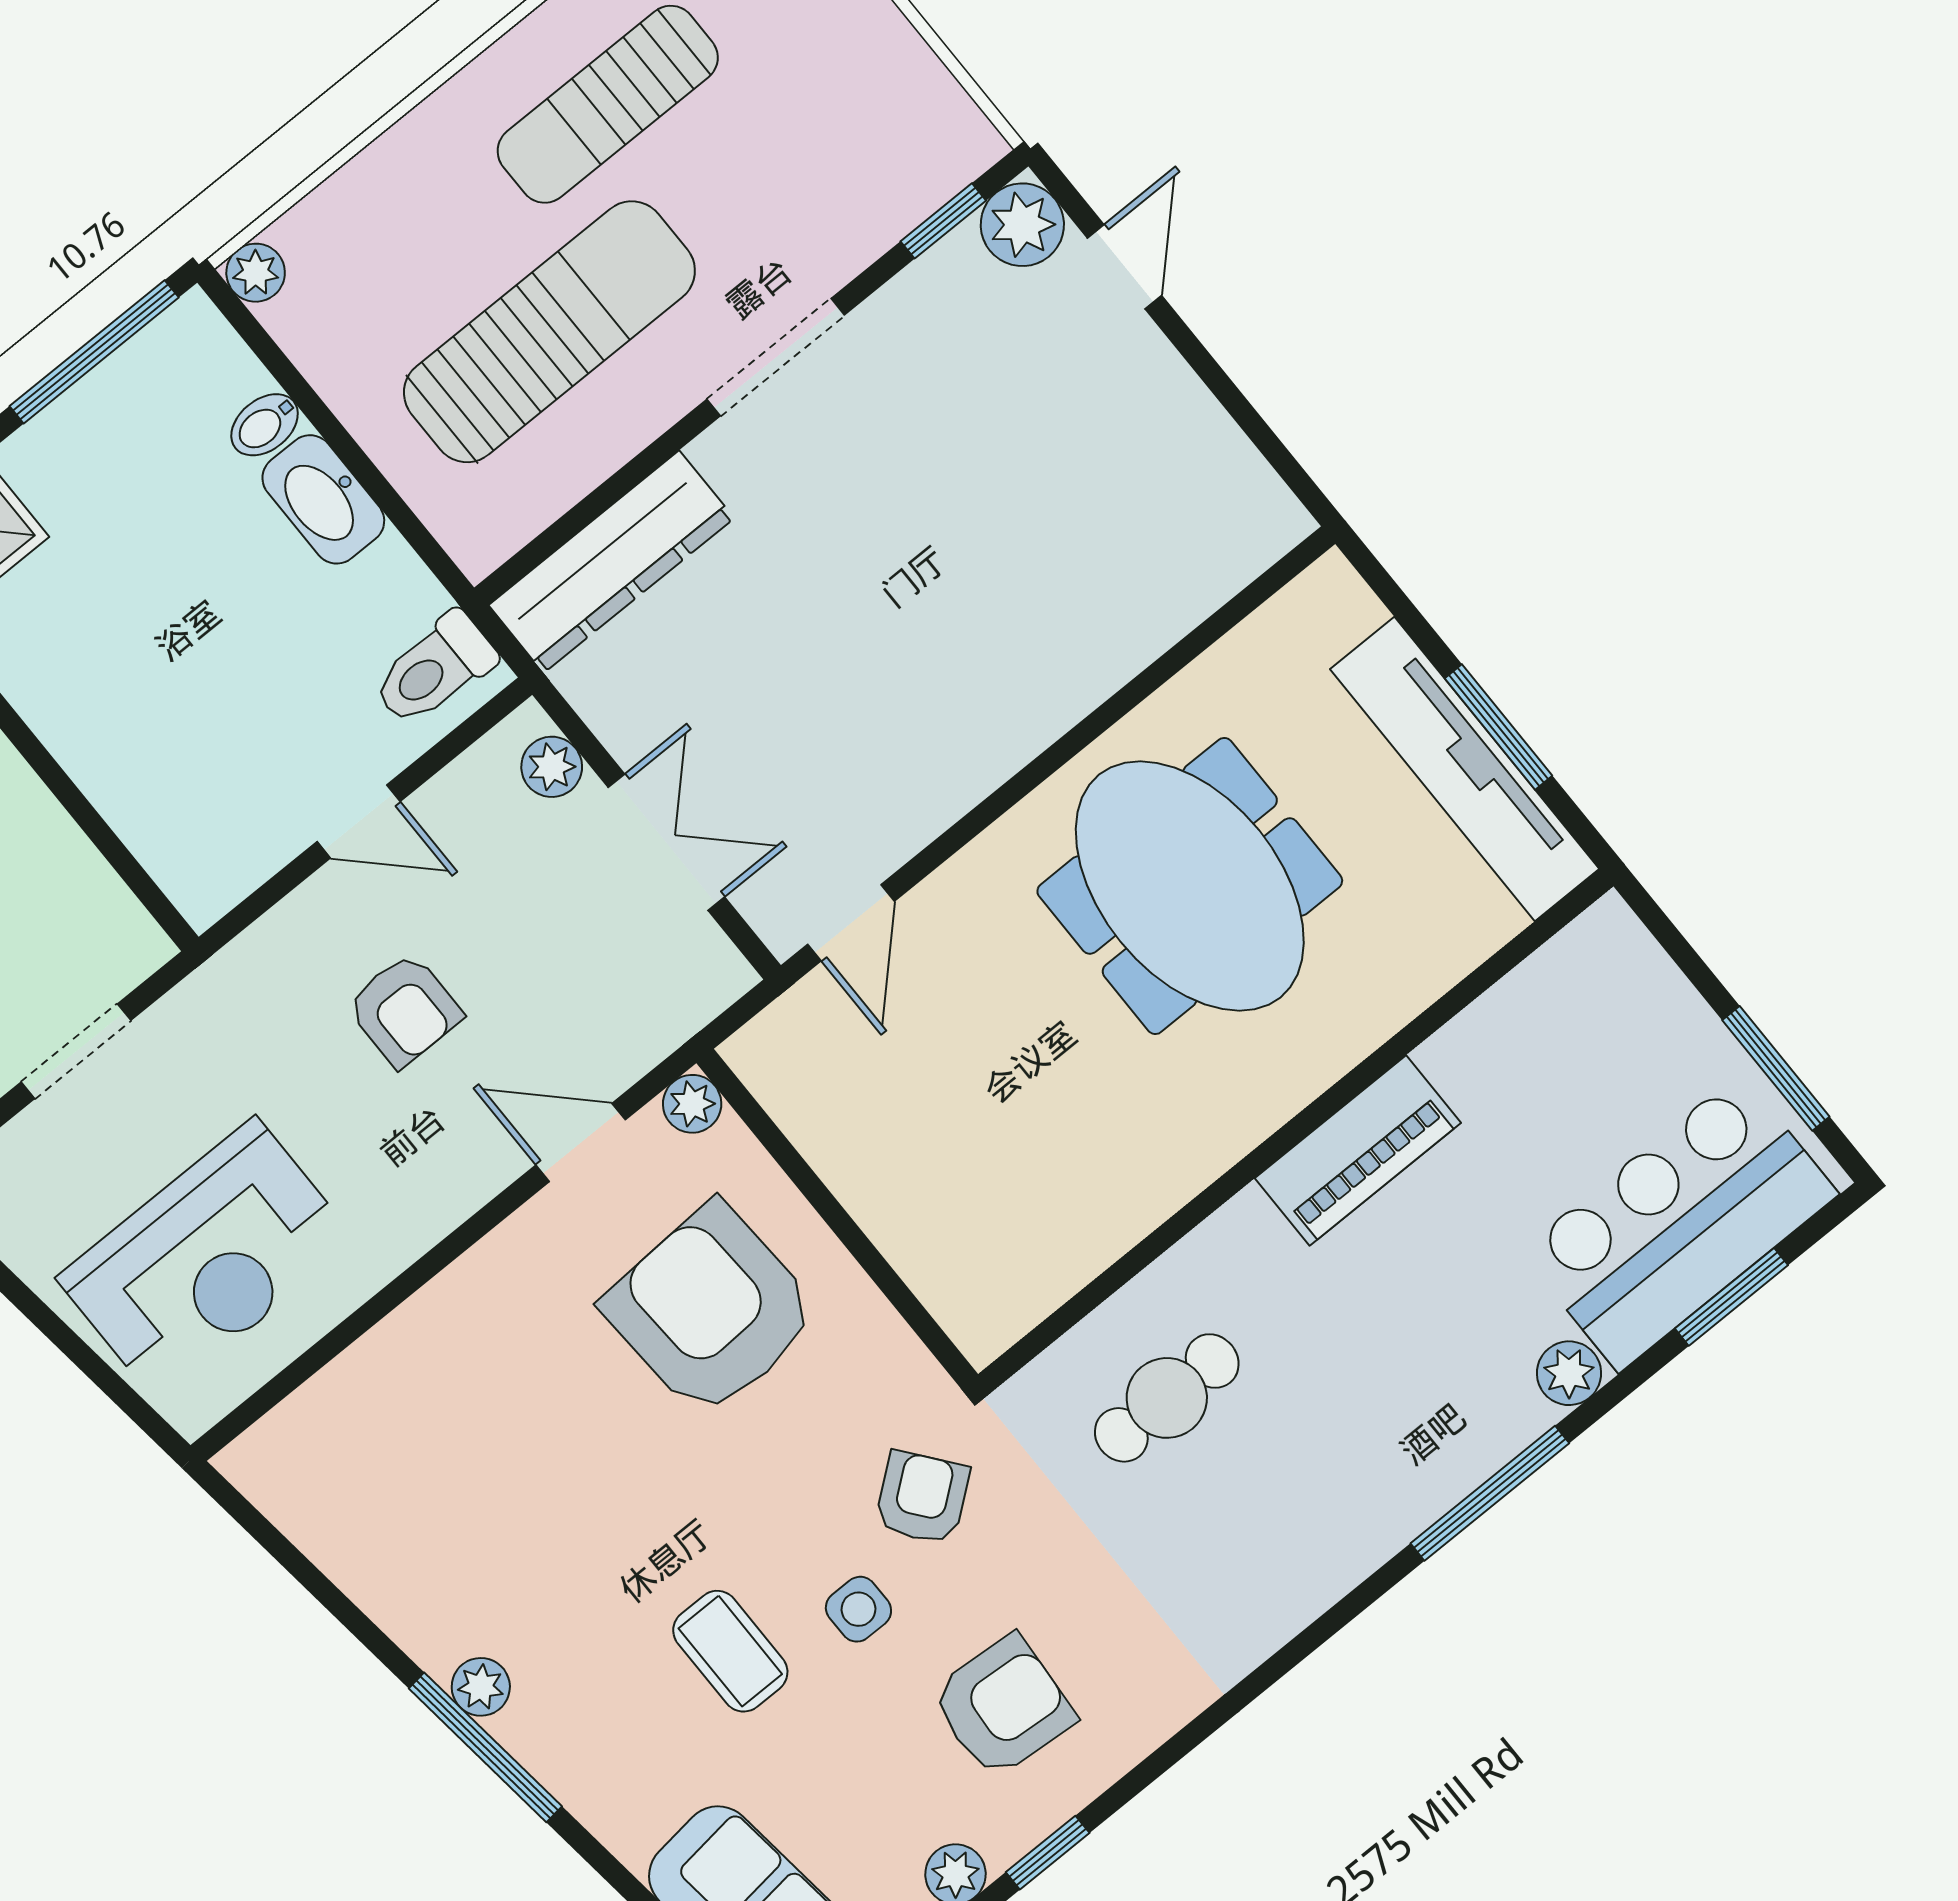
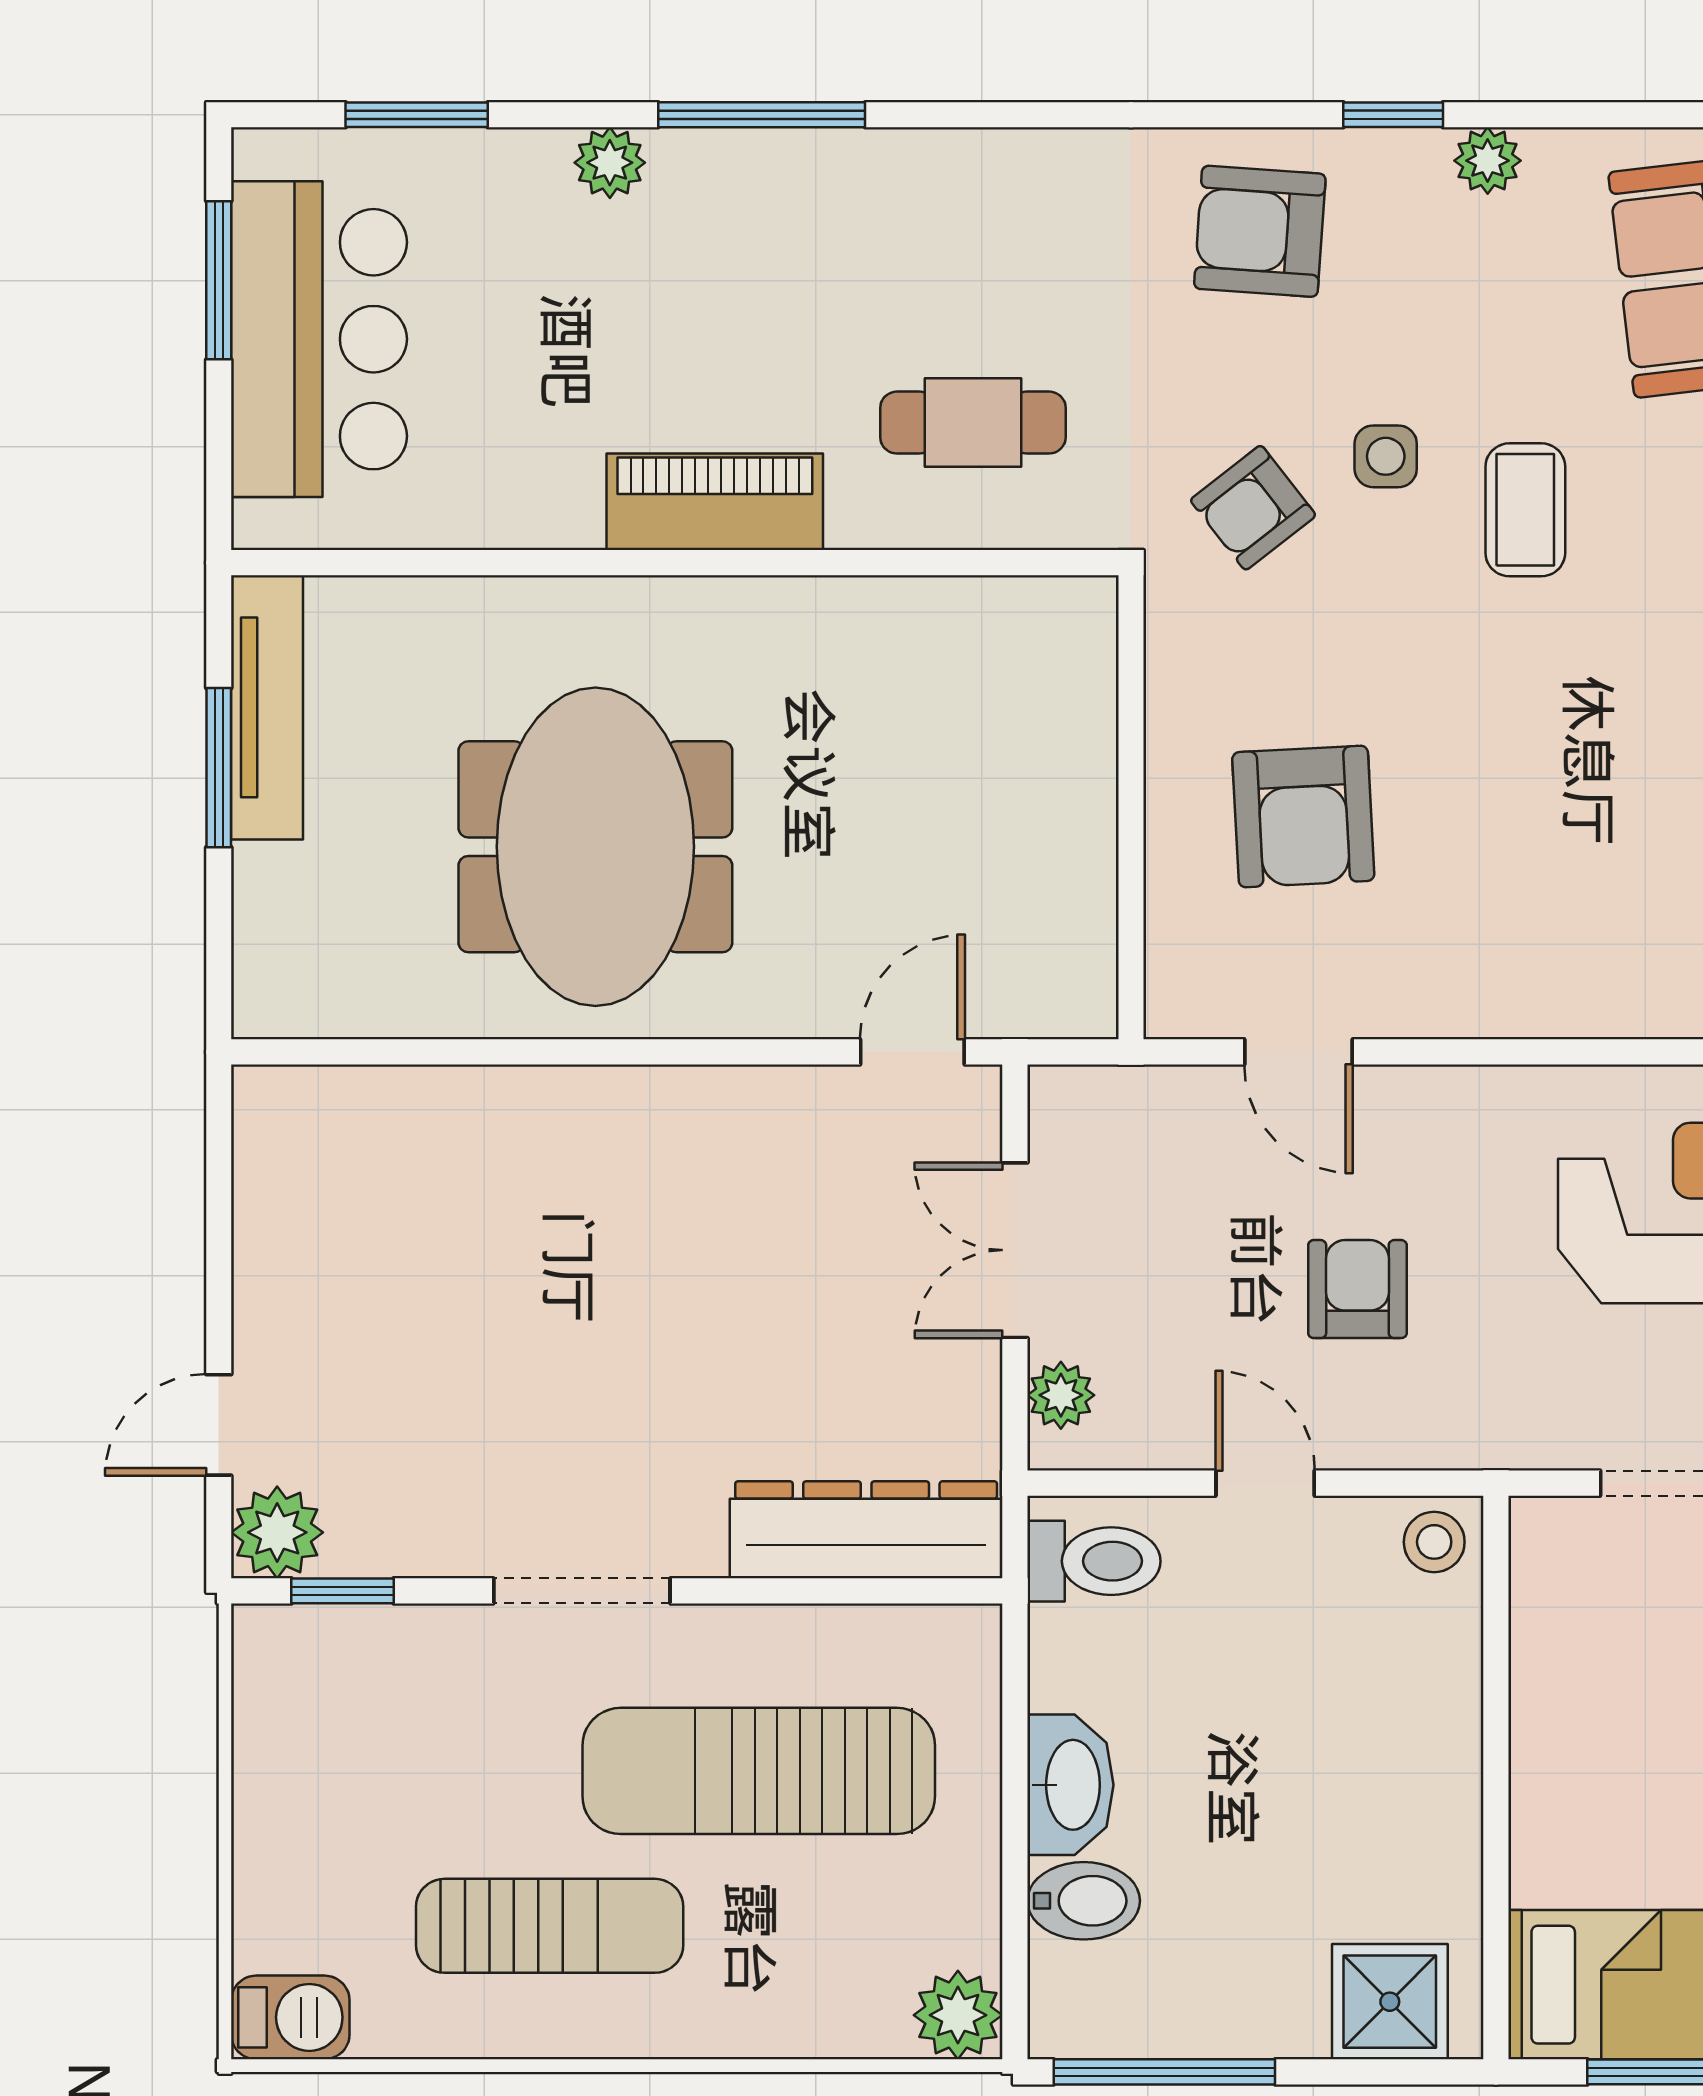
plant: (256, 273) -> (958, 2015), width x1.38, depth x1.38
bidet: (265, 425) -> (1084, 1901), width x1.38, depth x1.36
tv unit: (1465, 769) -> (267, 707), width x0.73, depth x0.78
stool: (207, 876) -> (1434, 1542), added
plant: (692, 1104) -> (1176, 1007), removed
piano: (1358, 1150) -> (715, 502), moved
bar counter: (1679, 1223) -> (319, 339), moved, turned -90
armchair: (711, 1310) -> (1303, 816), width x0.73, depth x0.73
armchair: (1003, 1706) -> (1260, 231), moved

